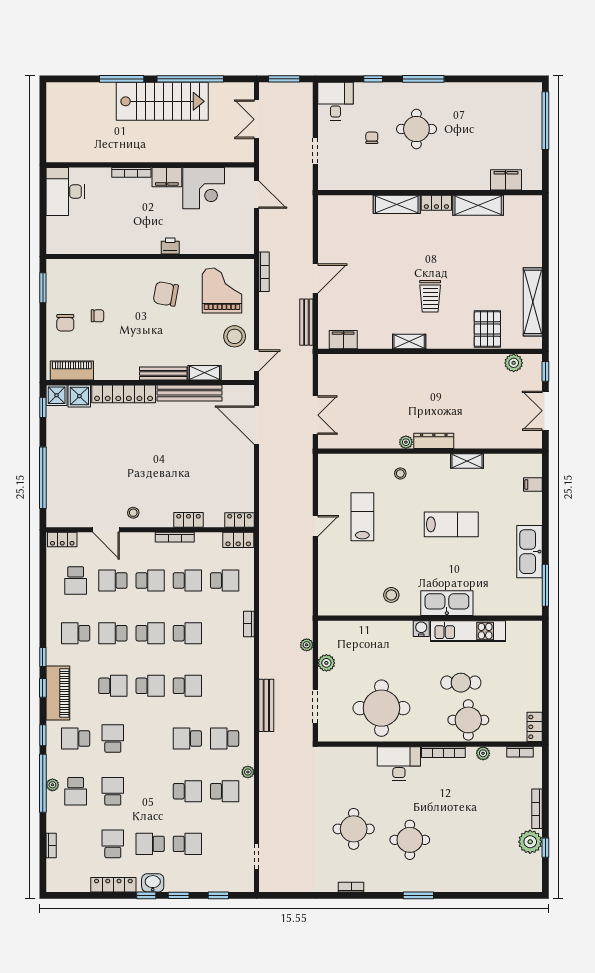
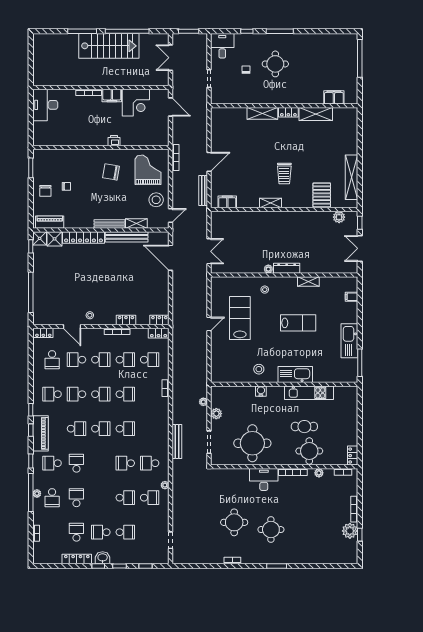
lab bench: (362, 517) -> (240, 318), width x1.36, depth x1.39
water cooler: (421, 629) -> (261, 391), moved

